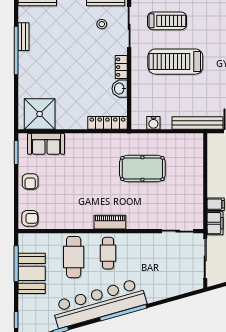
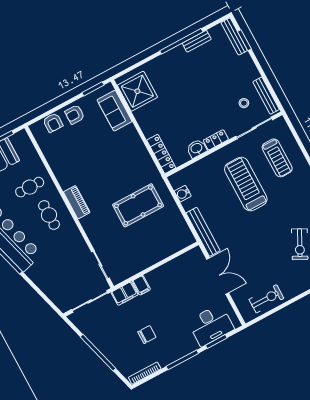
pool table: (142, 169) -> (138, 205), turned 90
armchair: (30, 218) -> (53, 123), moved
cafe table: (108, 253) -> (49, 215), turned 90
cafe table: (74, 257) -> (30, 187), width x0.73, depth x0.74

